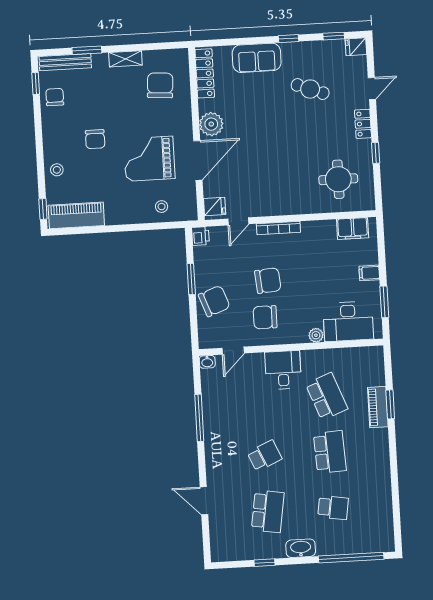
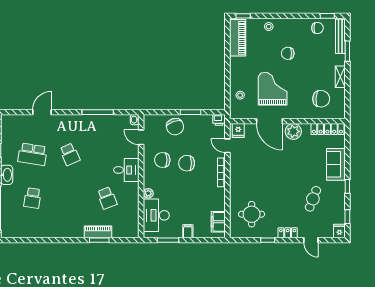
chair: (268, 281) -> (187, 163), turned 95
chair: (265, 317) -> (162, 160), turned -90
school desk: (327, 396) -> (107, 198), width x0.54
school desk: (330, 452) -> (70, 198), removed

